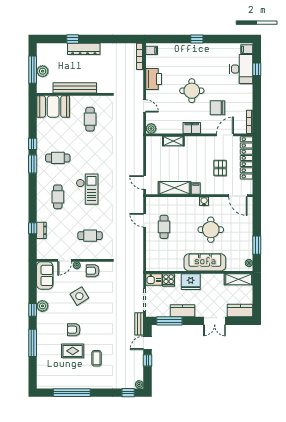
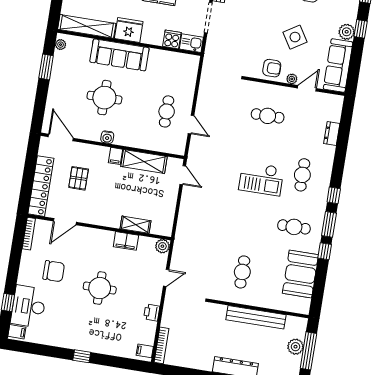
printer: (154, 79) -> (152, 313), width x0.53, depth x0.68
door: (145, 106) -> (166, 278), swing flipped
booth: (53, 107) -> (300, 274), moved, turned 90
chair: (217, 108) -> (54, 271), moved
filing cabinet: (192, 128) -> (126, 241), moved
checkout: (87, 189) -> (261, 179), turned -90
window: (33, 228) -> (334, 195), moved
sofa: (45, 275) -> (338, 66), width x1.36
shelving: (239, 279) -> (87, 26), width x1.47
fridge: (191, 282) -> (129, 30), moved

